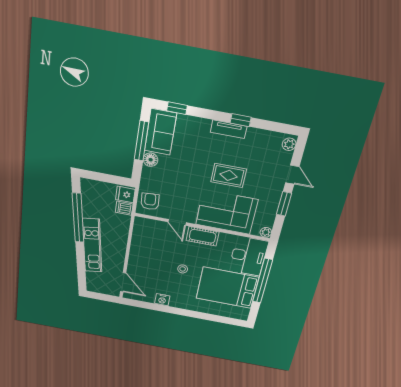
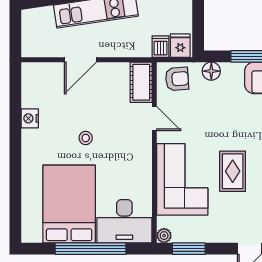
floor lamp: (151, 160) -> (211, 71), moved
window: (284, 204) -> (189, 249), moved
door: (177, 222) -> (154, 118), swing flipped
cot: (203, 236) -> (141, 82), moved
door: (123, 282) -> (80, 60), moved

